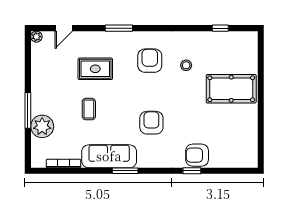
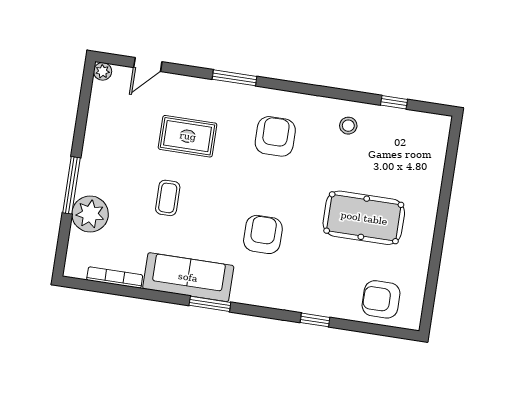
stool: (186, 65) -> (348, 126), moved
pool table: (231, 89) -> (364, 218), moved
armchair: (197, 155) -> (381, 299), moved

